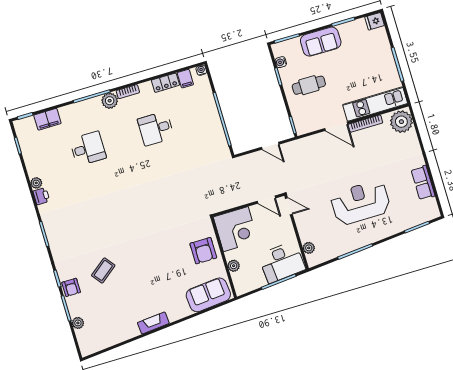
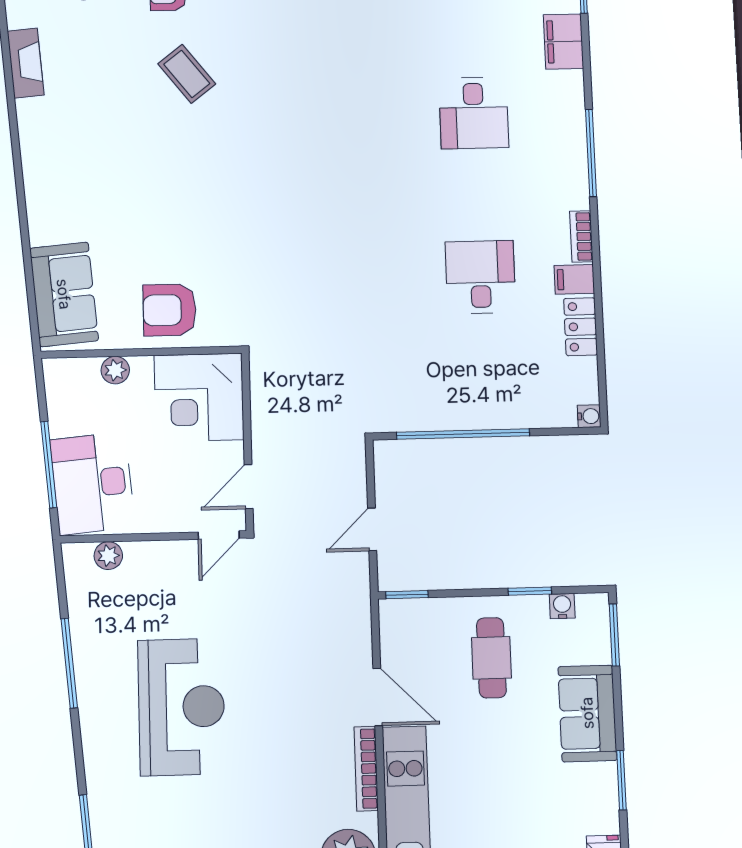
filing cabinet: (185, 79) -> (574, 279), moved
plant: (110, 101) -> (571, 190), removed
door: (336, 126) -> (378, 697), swing flipped
fireplace: (153, 323) -> (26, 63), moved

